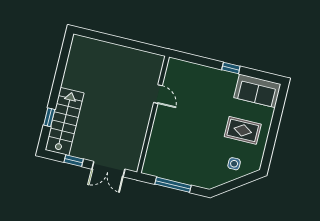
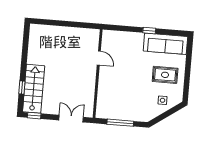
sofa: (257, 91) -> (165, 44), width x1.36
window: (74, 161) -> (34, 116), moved
double door: (108, 169) -> (71, 119), swing flipped

